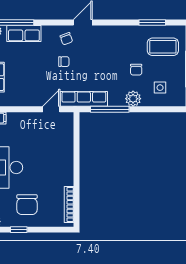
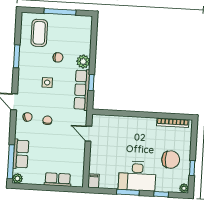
window: (152, 23) -> (17, 56), moved
side table: (160, 88) -> (47, 83), moved
row of seats: (84, 99) -> (82, 90), moved
window: (110, 109) -> (91, 83), width x0.46

